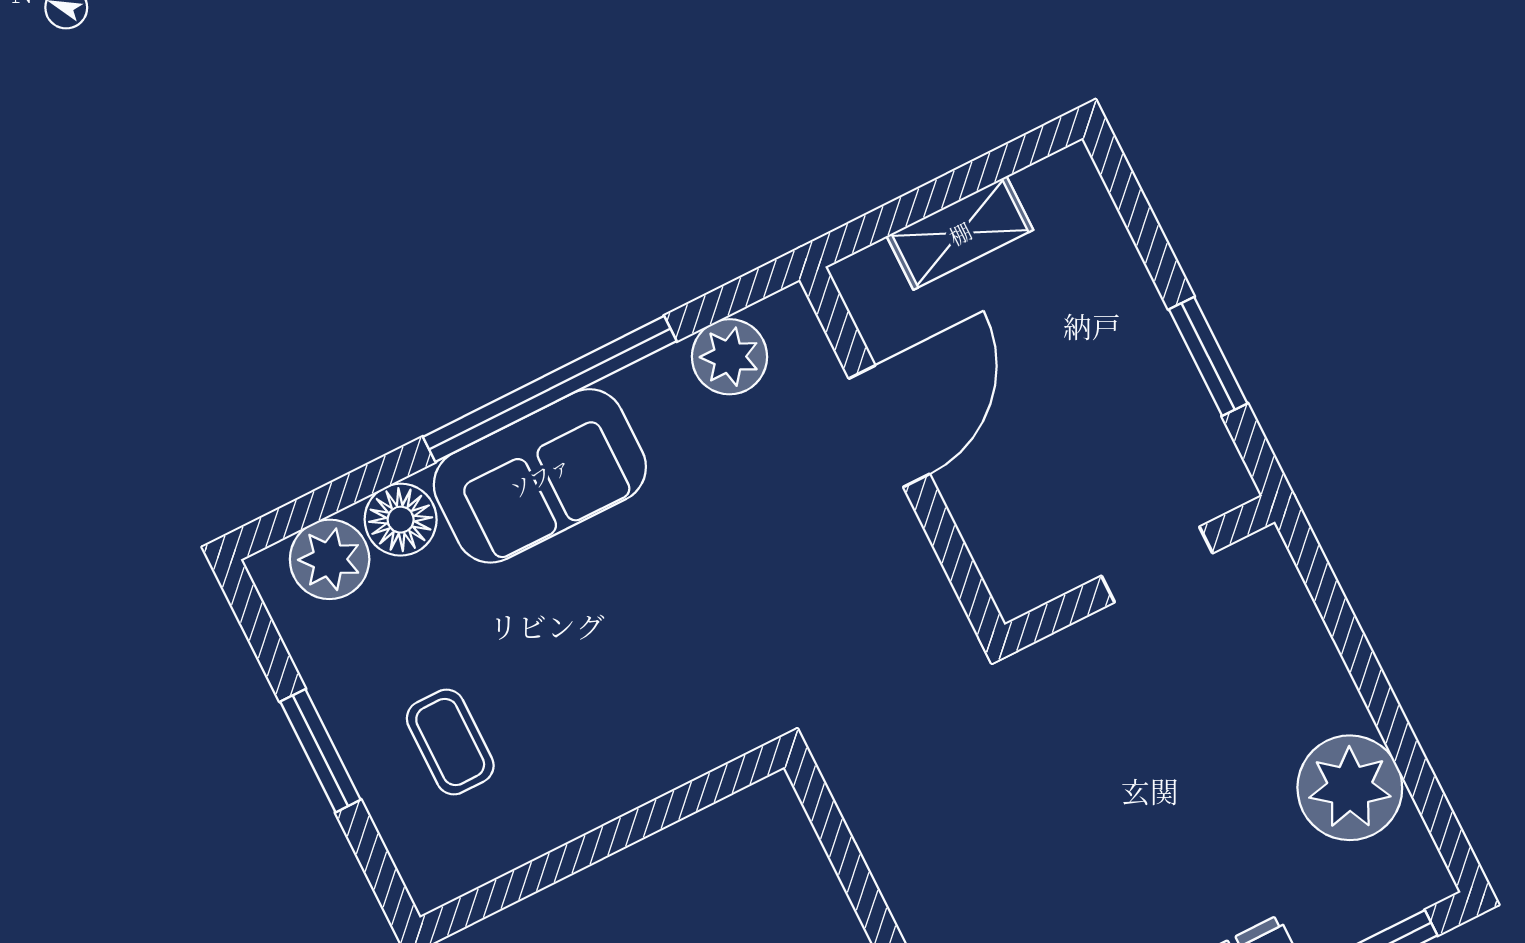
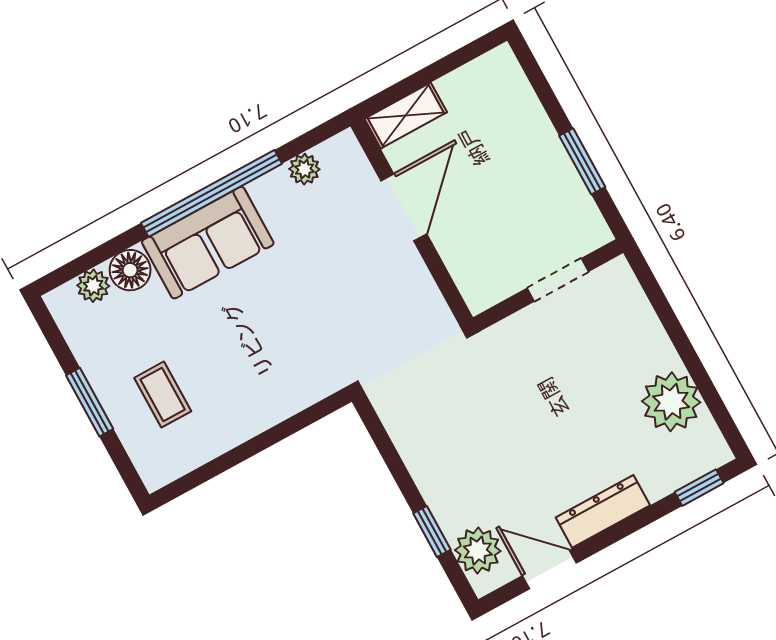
shelving: (960, 233) -> (406, 115), moved
plant: (730, 357) -> (304, 169), width x0.73, depth x0.73
plant: (330, 559) -> (93, 286), width x0.73, depth x0.73

